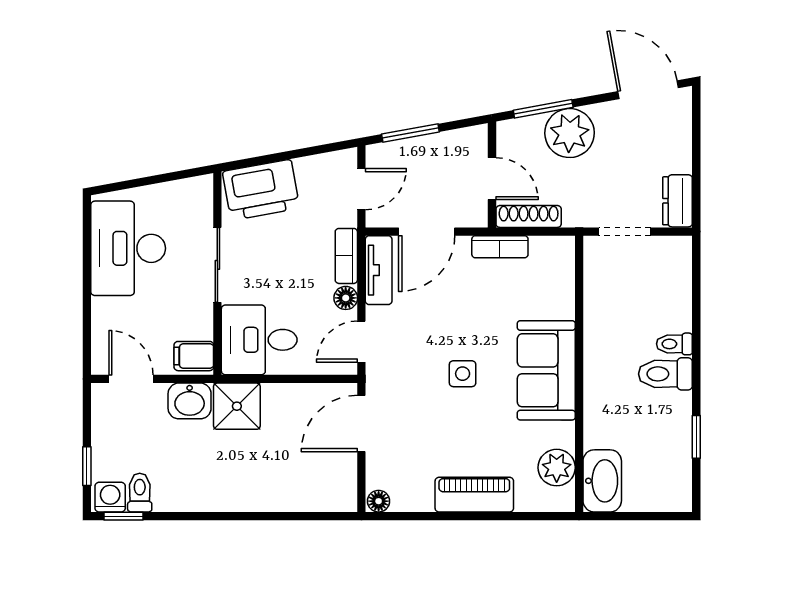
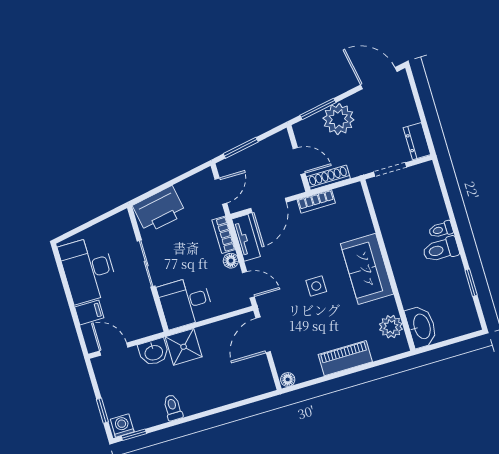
door: (361, 342) -> (248, 285), swing flipped
filing cabinet: (194, 356) -> (89, 312), moved, turned 180
toilet: (140, 493) -> (173, 408), moved

